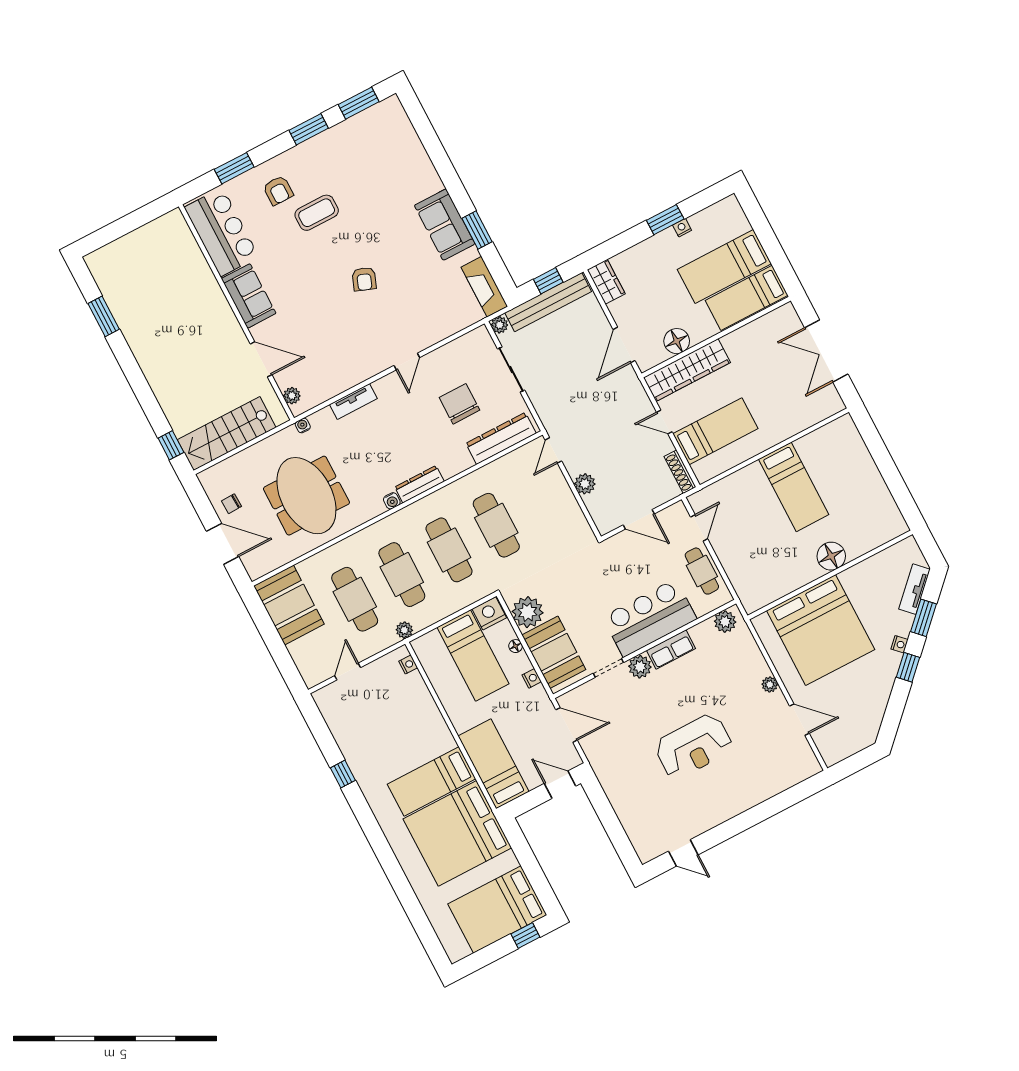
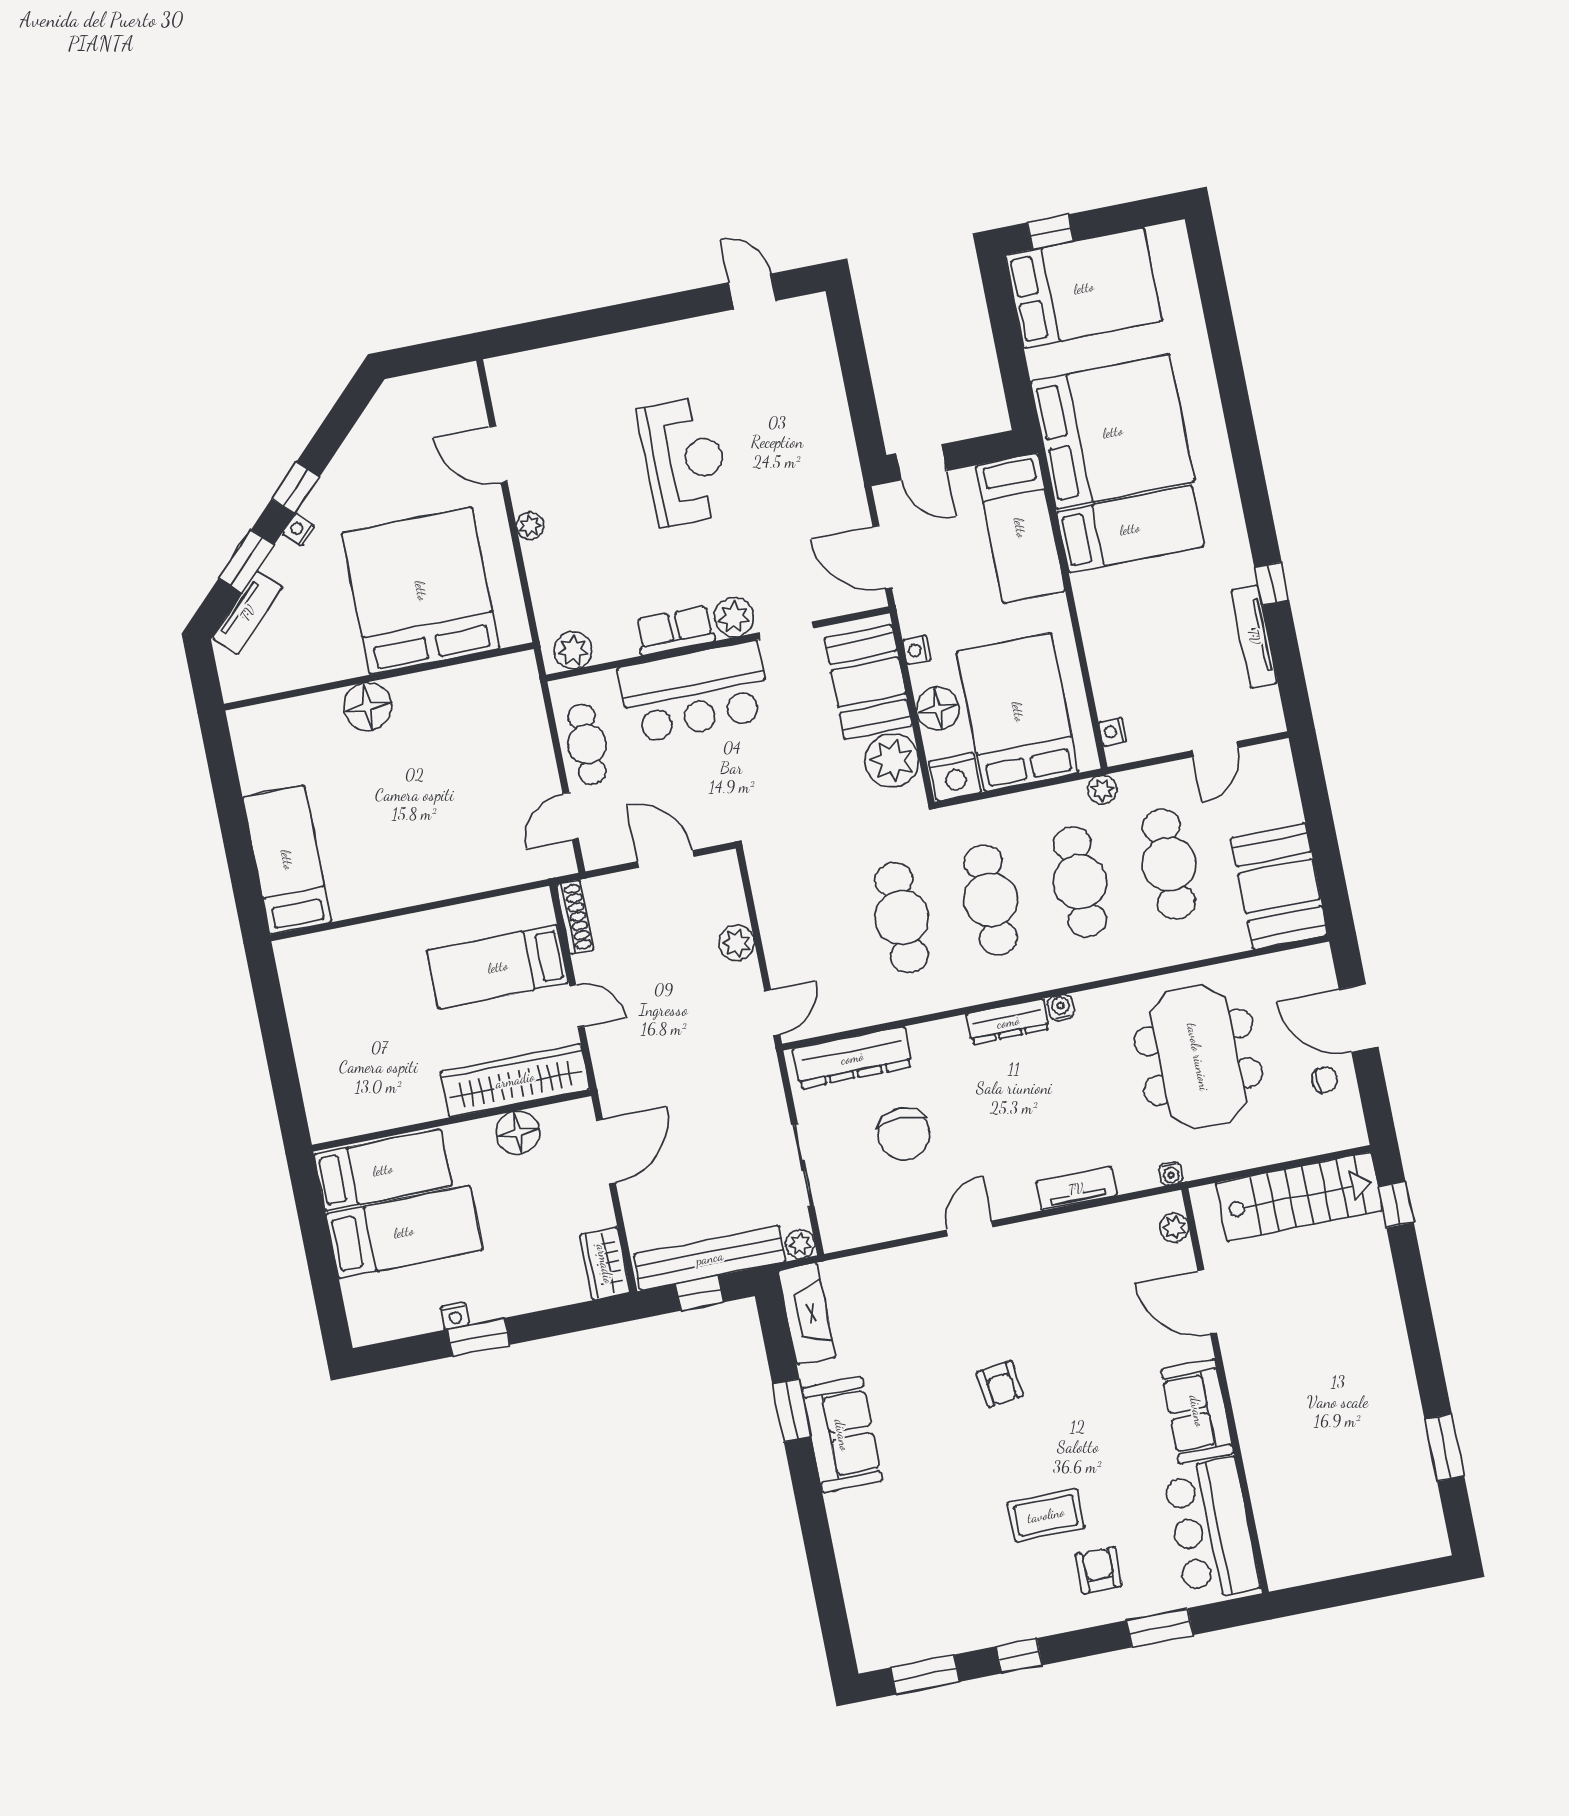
window: (309, 129) -> (1019, 1656), width x0.67
armchair: (364, 279) -> (1000, 1384), turned 151
double door: (826, 351) -> (278, 1045), removed
bed: (794, 487) -> (287, 860), moved
floor lamp: (516, 646) -> (938, 709), width x1.89, depth x1.89
bed: (473, 656) -> (1018, 712), width x1.50
tv unit: (344, 741) -> (1254, 637), added
reception desk: (694, 746) -> (684, 461), turned 90

